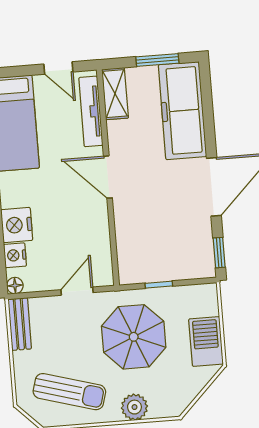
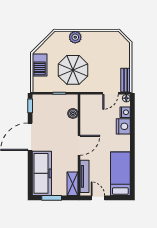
door: (108, 177) -> (79, 145), hinge flipped
boiler: (126, 244) -> (73, 113), added
door: (77, 291) -> (111, 93), moved
sun lounger: (69, 392) -> (105, 47), removed

